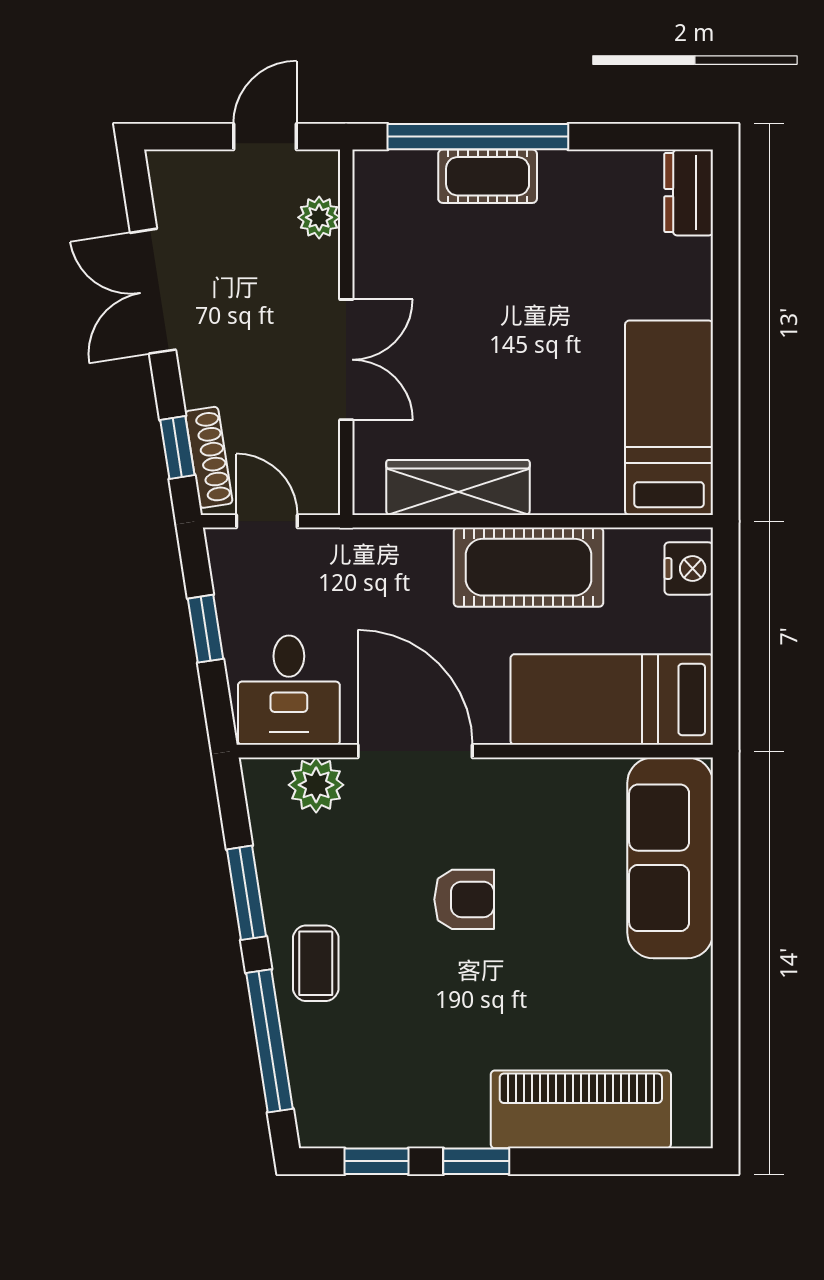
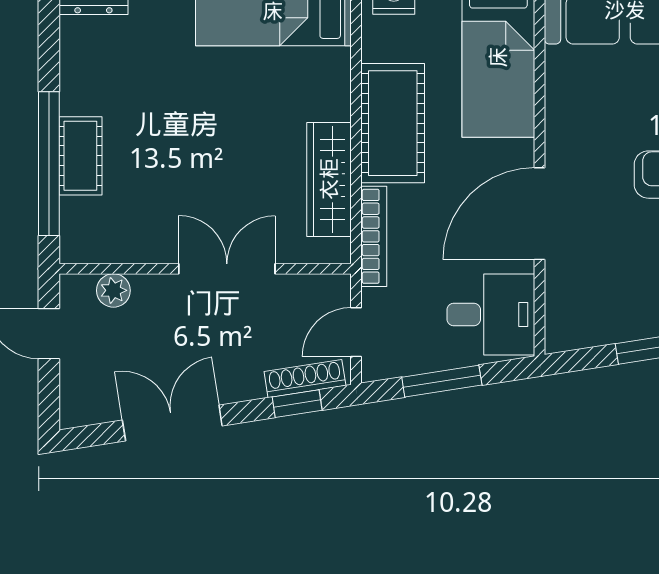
double door: (153, 291) -> (172, 423), swing flipped
bookcase: (387, 544) -> (374, 236), added
window: (205, 629) -> (442, 381), width x1.50
plant: (316, 785) -> (567, 293), removed

